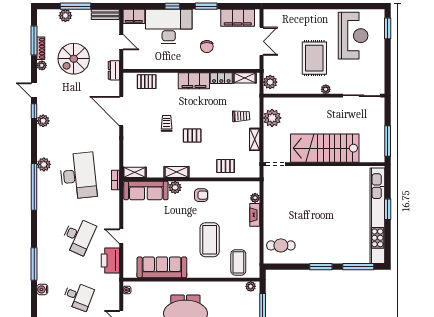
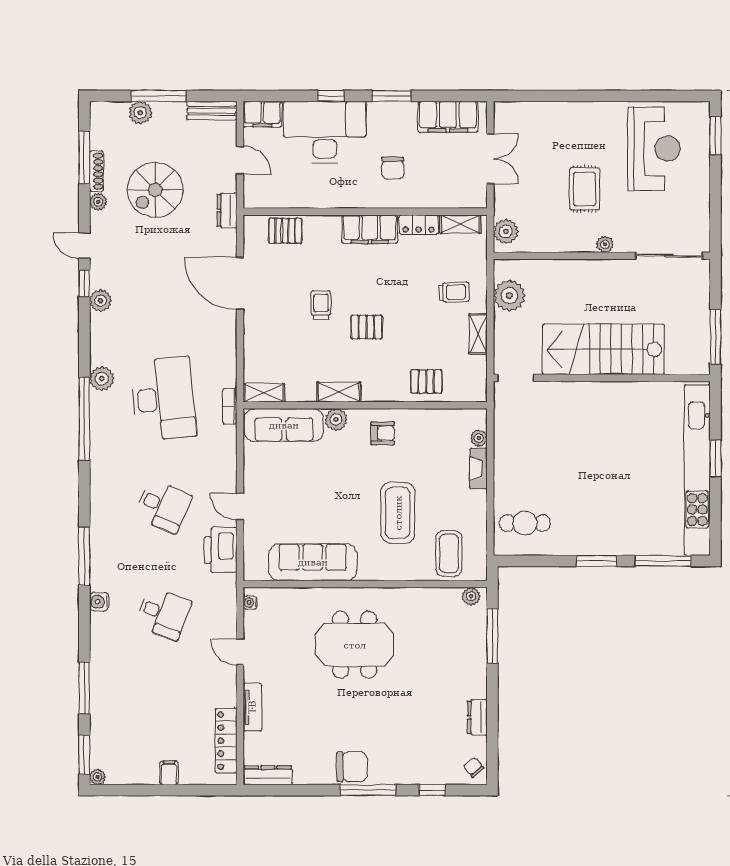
rug: (314, 58) -> (585, 189), width x0.73, depth x0.70
desk: (78, 236) -> (163, 506), width x0.73

